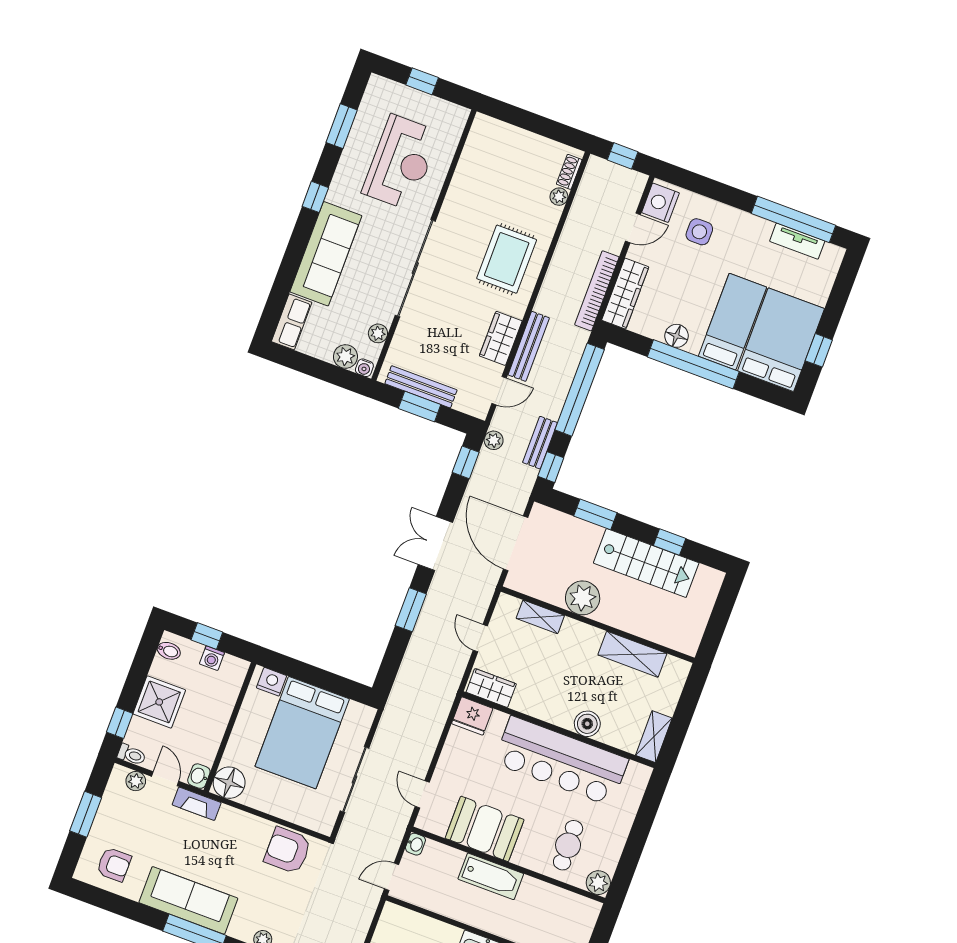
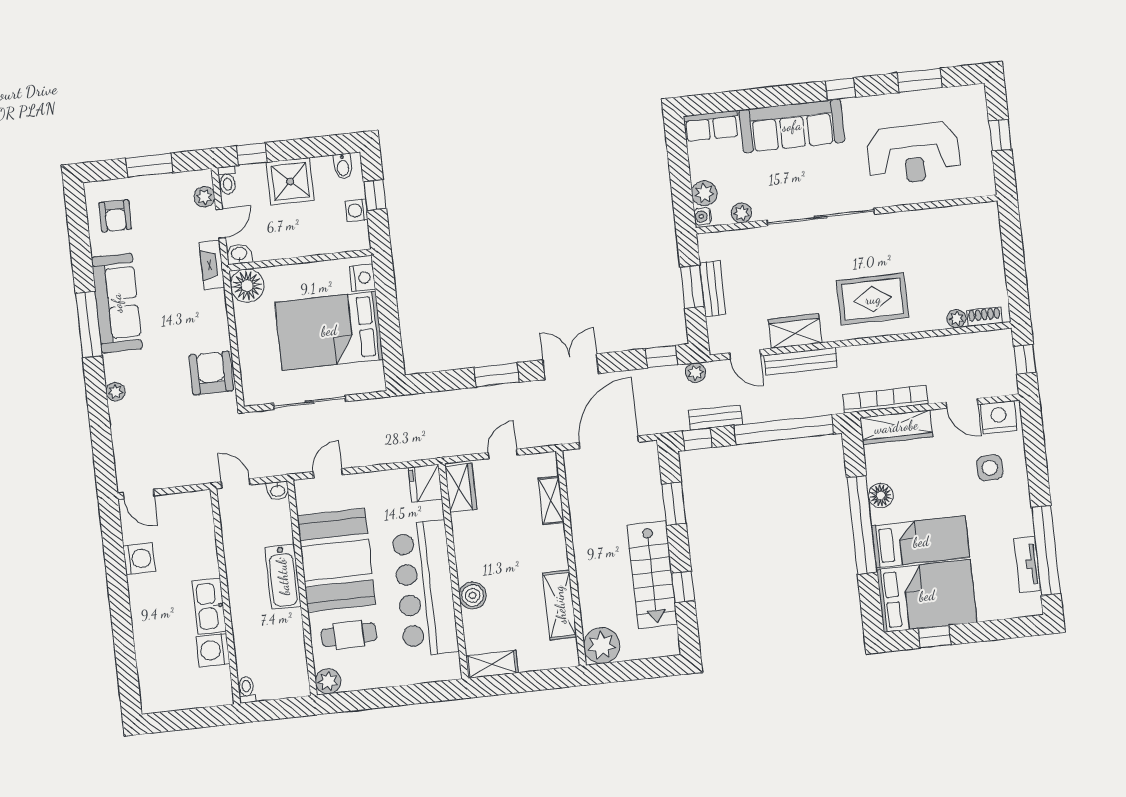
bench: (421, 387) -> (713, 289), width x0.73
plant: (583, 598) -> (602, 646), moved
booth: (485, 829) -> (336, 560), width x1.36, depth x1.42

